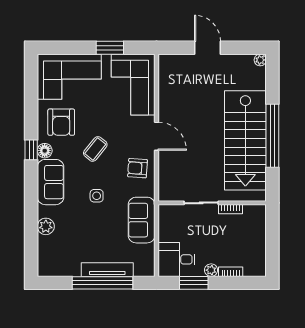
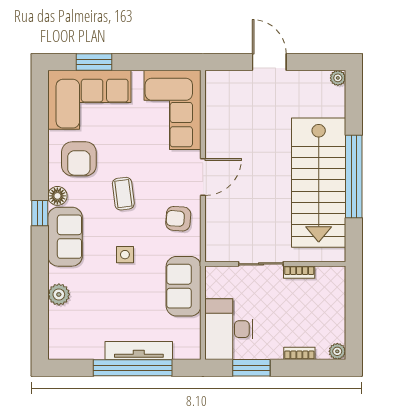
window: (110, 48) -> (94, 62), moved
door: (156, 136) -> (203, 177), hinge flipped
coffee table: (95, 149) -> (123, 194), turned -46
window: (31, 150) -> (40, 213), moved
desk: (176, 259) -> (229, 329), width x1.37
plant: (211, 270) -> (337, 351), moved

